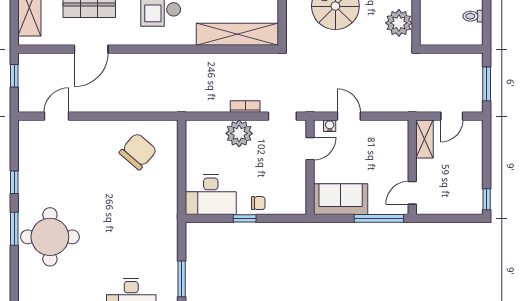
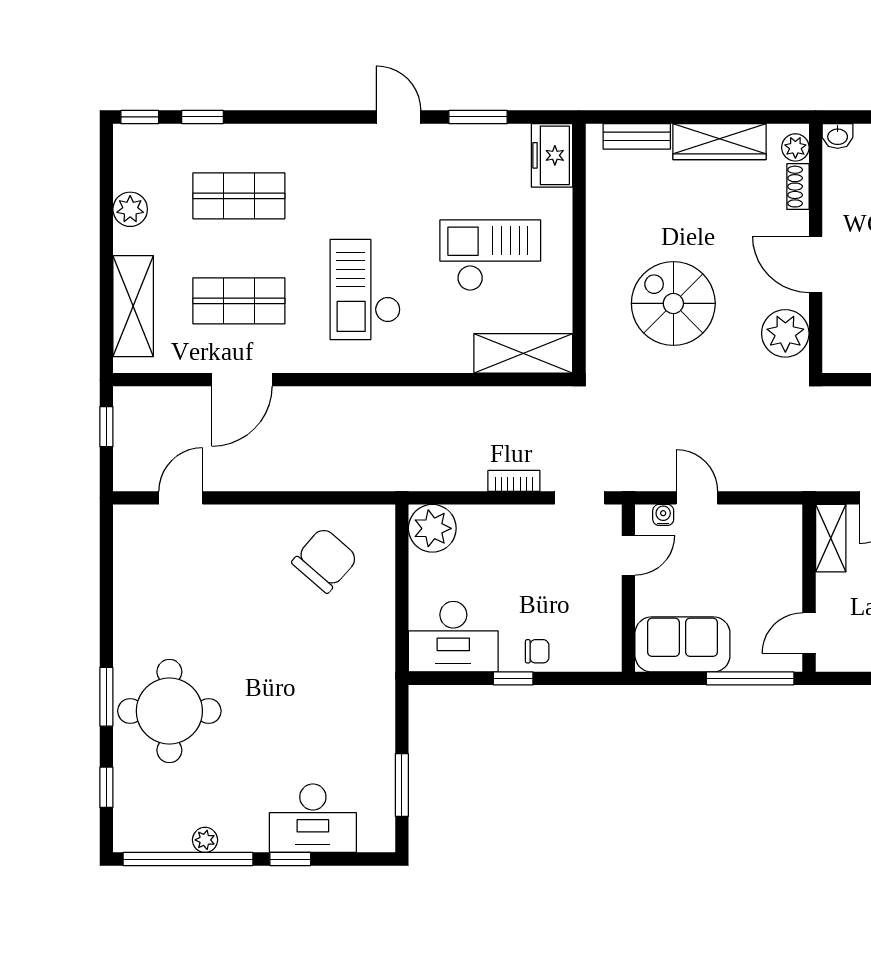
shelving: (237, 34) -> (523, 353), width x0.68
plant: (239, 133) -> (432, 528), moved
window: (14, 182) -> (106, 787), moved

